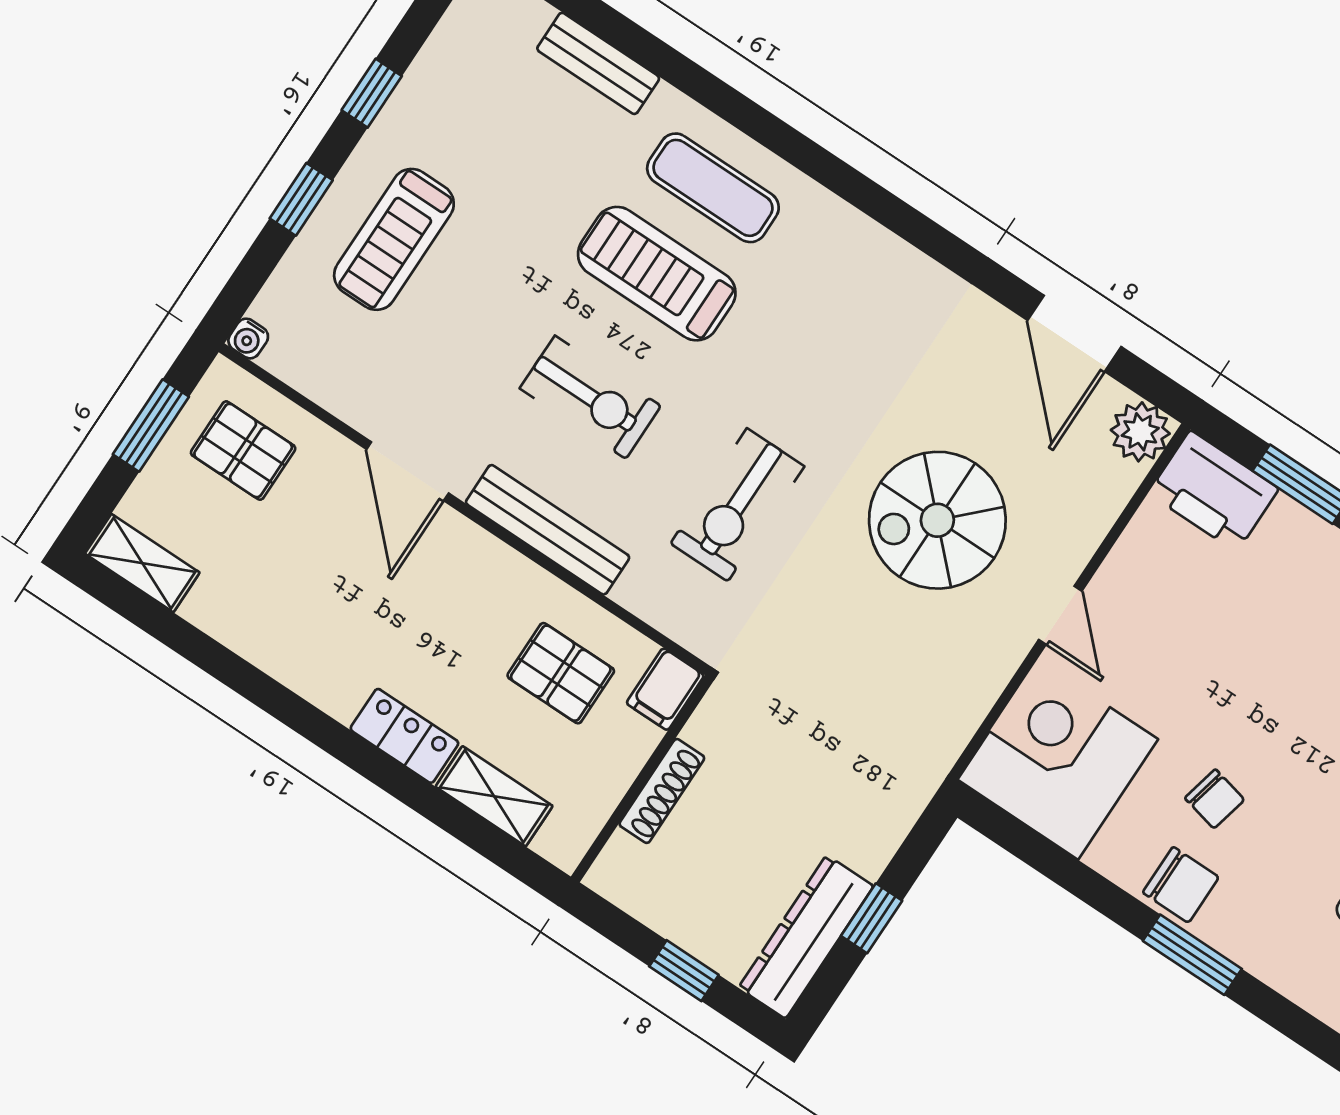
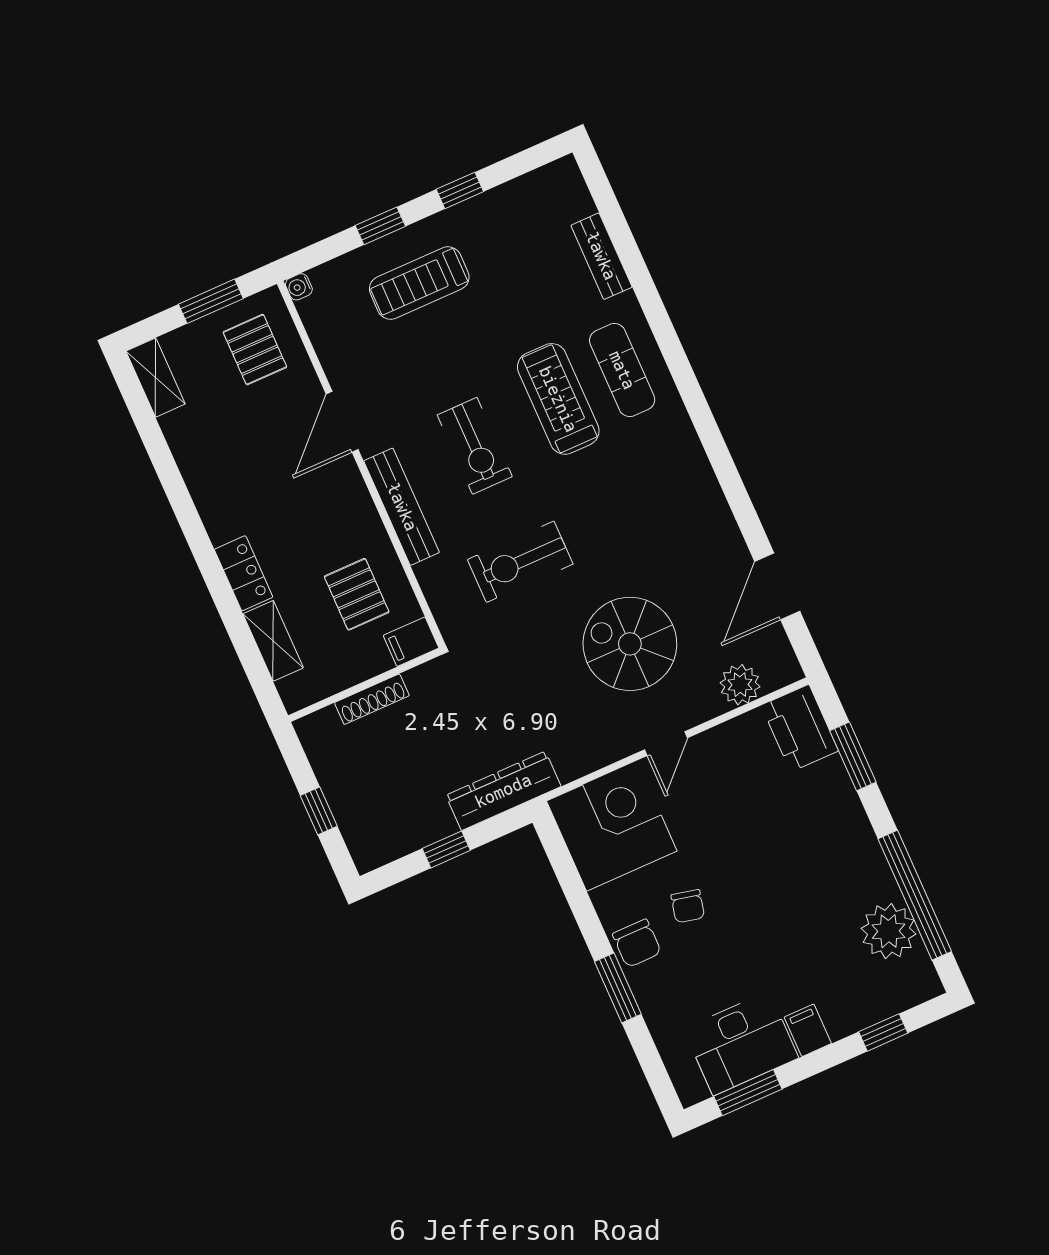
plant: (1140, 432) -> (740, 685), moved
dresser: (806, 937) -> (503, 791), moved

